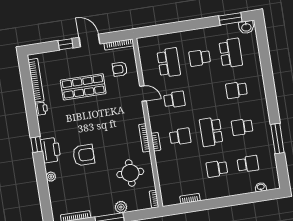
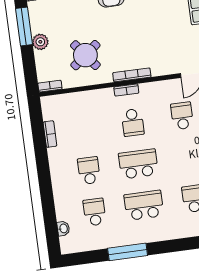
school desk: (174, 100) -> (182, 116), turned 180
school desk: (242, 127) -> (144, 205), width x1.85
school desk: (248, 164) -> (95, 212), turned 180
round table: (130, 173) -> (85, 55), turned -38

